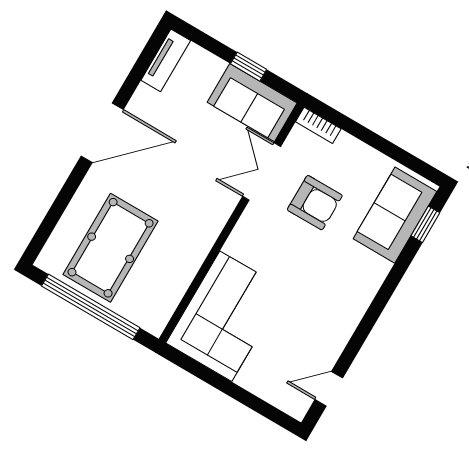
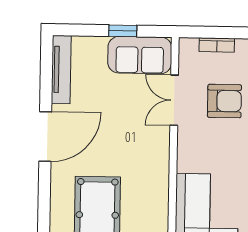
tv unit: (166, 60) -> (61, 70), width x1.41
bookcase: (318, 125) -> (217, 45), moved

